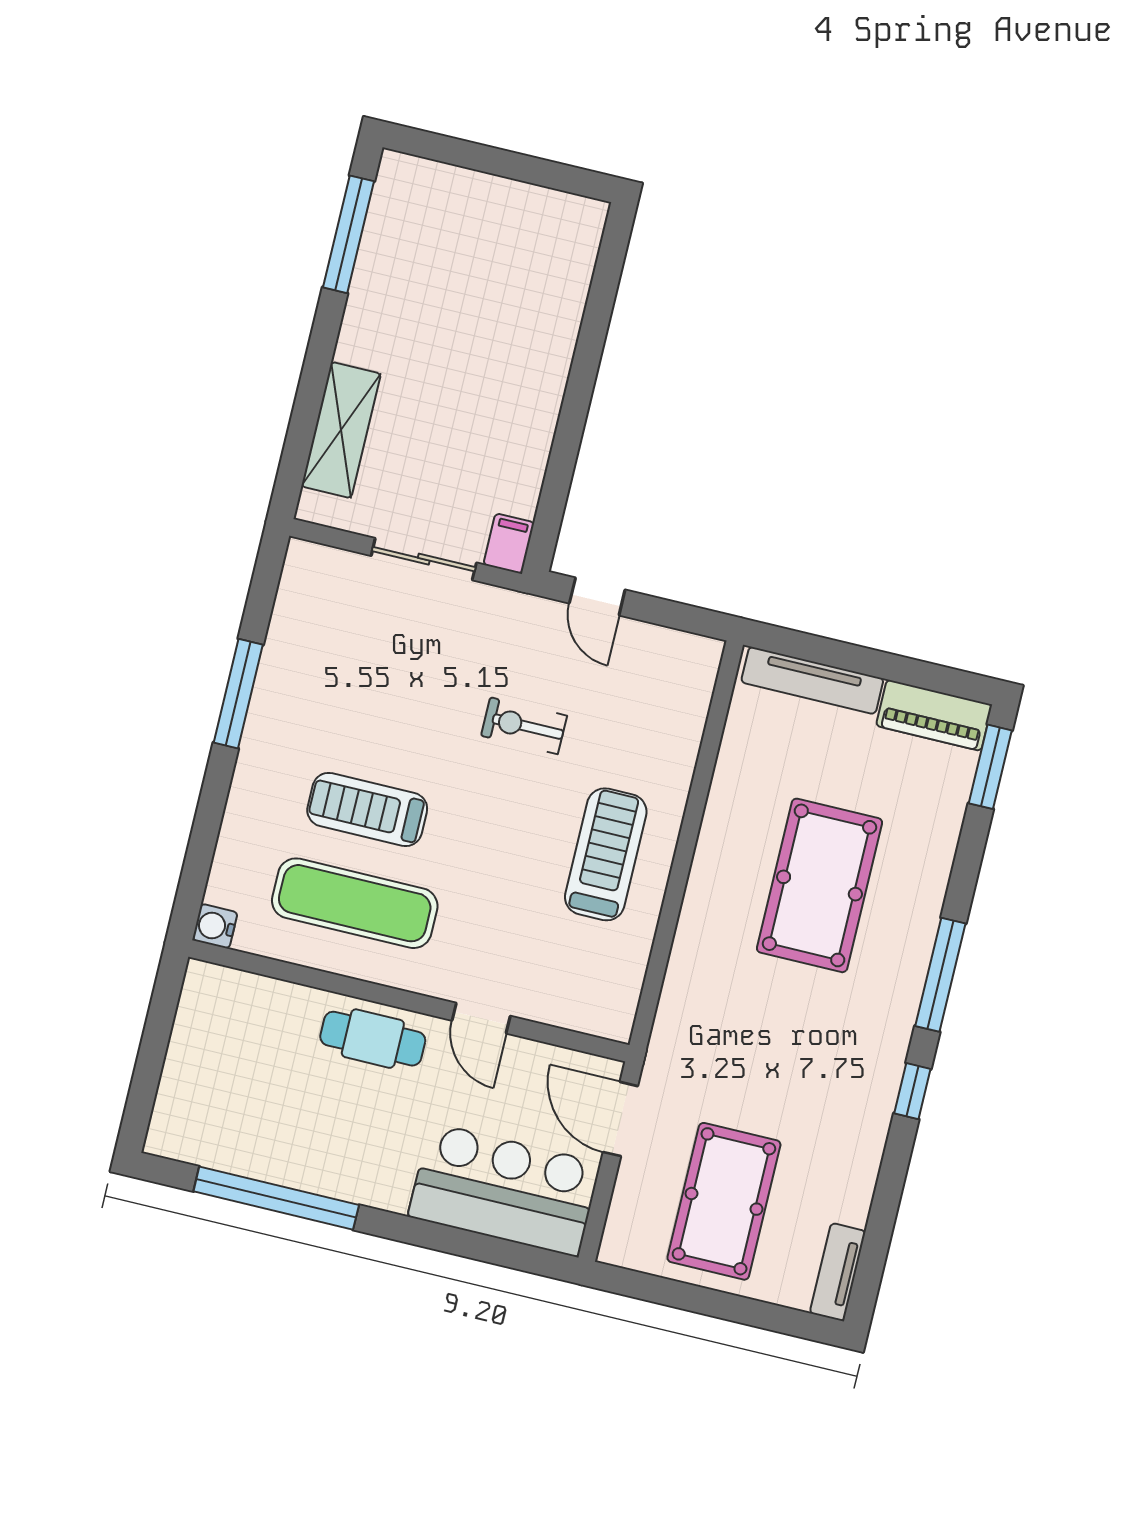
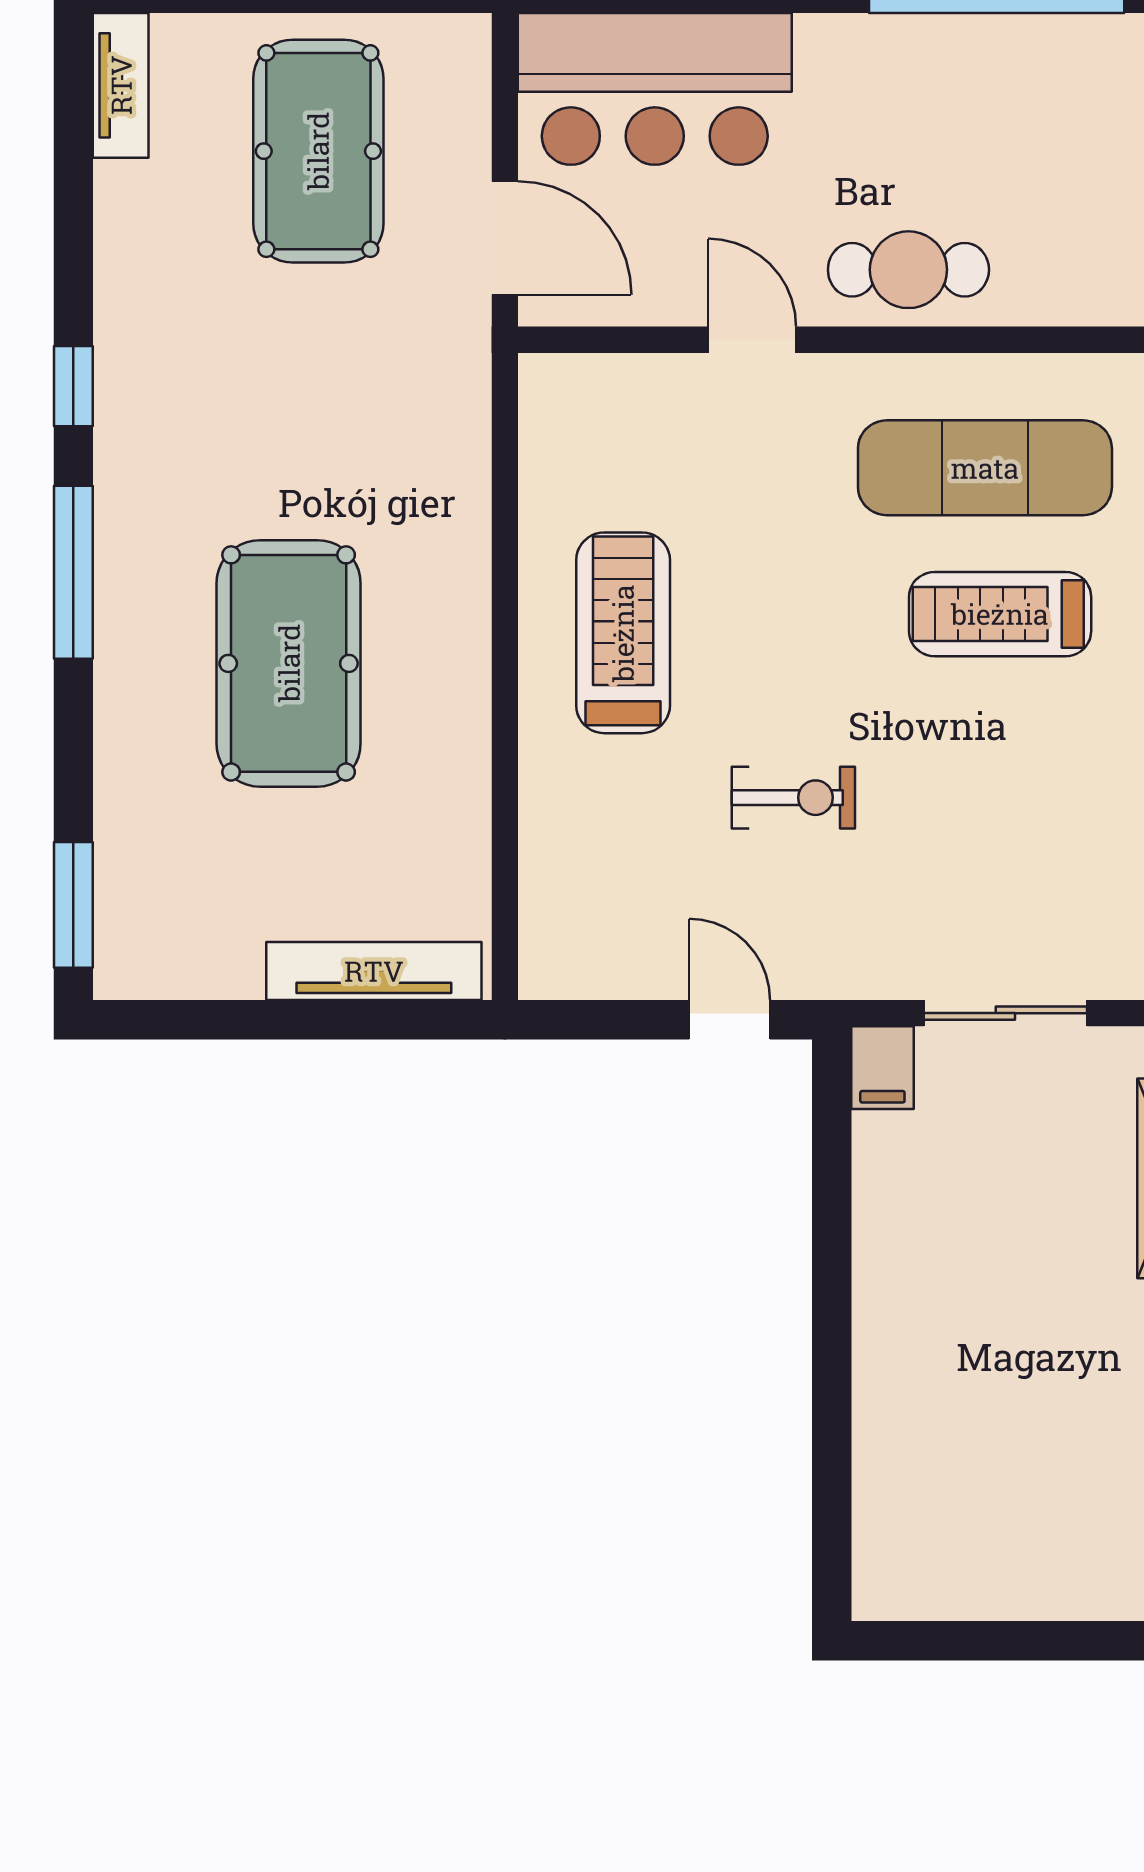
piano: (934, 715) -> (177, 962), removed
treadmill: (367, 809) -> (1000, 614), turned 180
treadmill: (606, 854) -> (623, 633), turned 180

